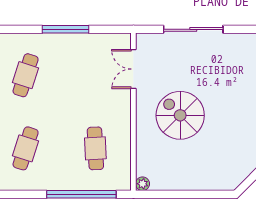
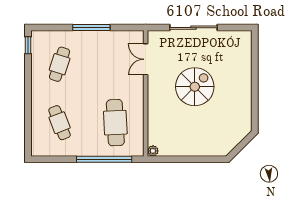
spiral stairs: (180, 115) -> (195, 87), moved, turned 90
cafe table: (26, 148) -> (60, 123), turned -39
cafe table: (95, 148) -> (115, 123), width x1.37, depth x1.35

